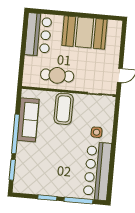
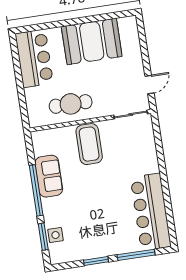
sofa: (28, 120) -> (49, 176), width x0.73
side table: (97, 132) -> (55, 235), moved

